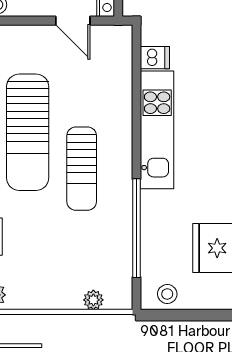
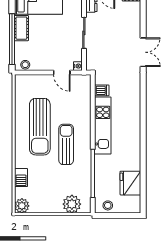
sun lounger: (82, 169) -> (66, 144), turned 180
plant: (93, 300) -> (72, 204), width x1.88, depth x1.88

